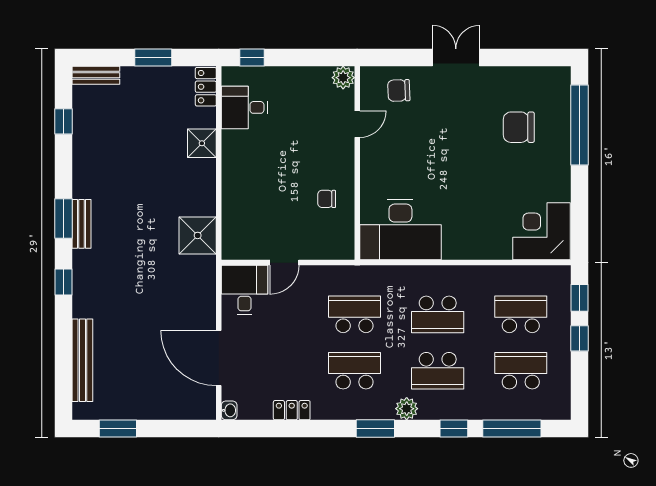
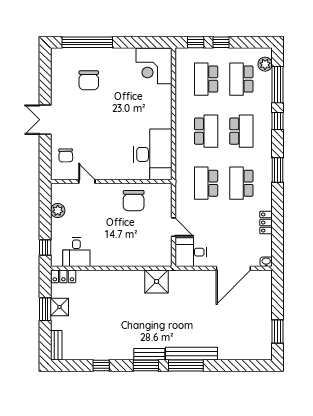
plant: (343, 78) -> (58, 211), moved
window: (64, 121) -> (101, 365), moved
shower: (202, 143) -> (59, 307), moved
chair: (327, 199) -> (134, 201), width x1.87, depth x1.87
window: (64, 282) -> (186, 365), width x2.17
bench: (82, 360) -> (192, 354), moved
plant: (407, 409) -> (265, 64), moved

